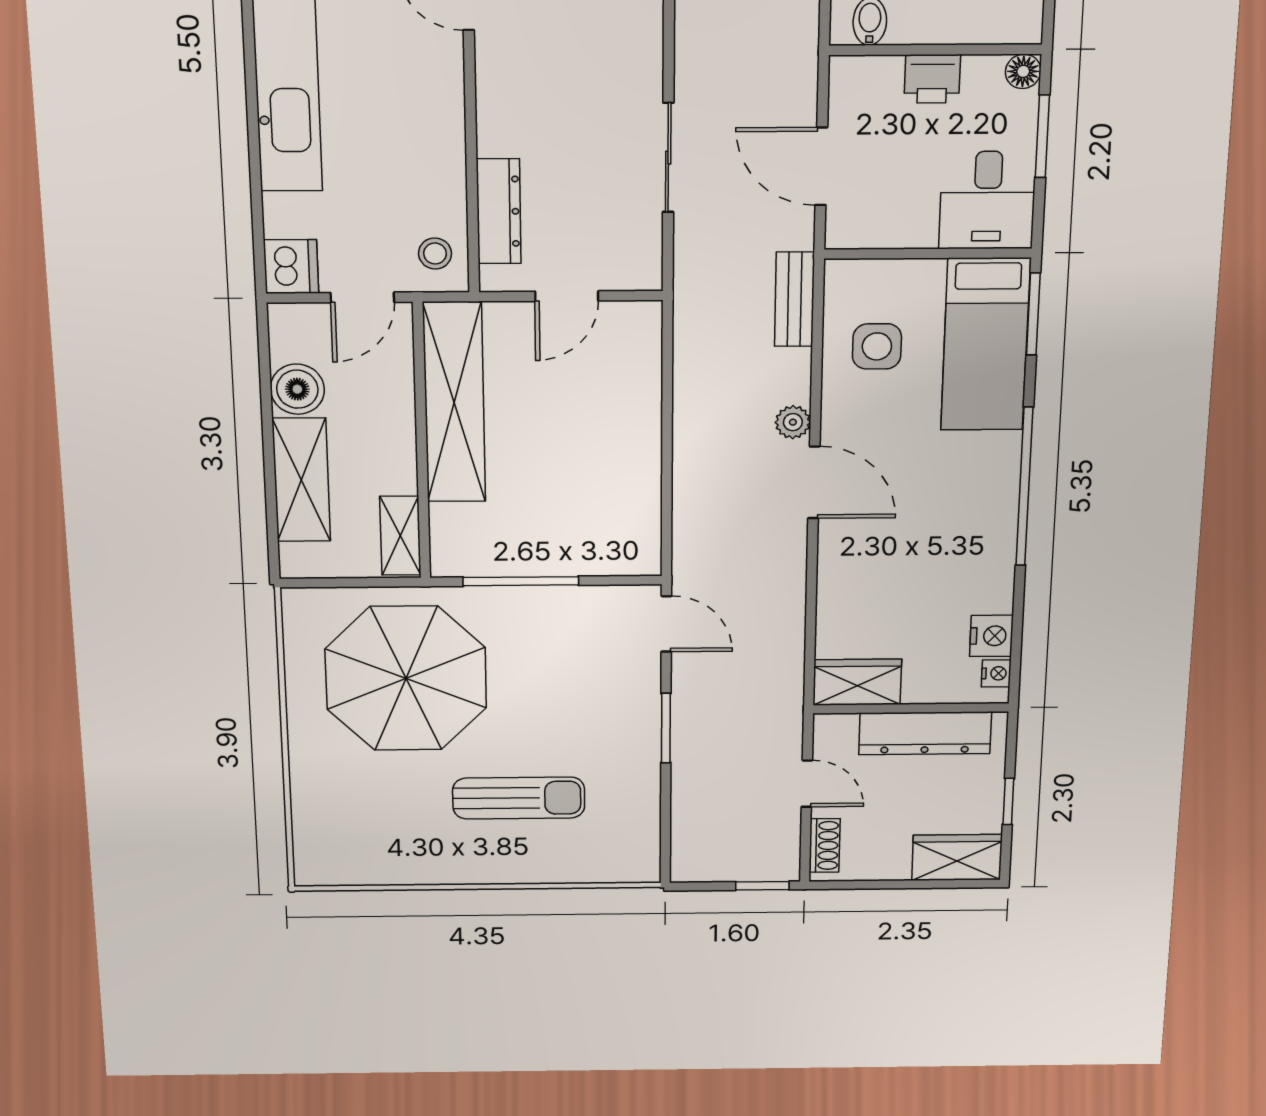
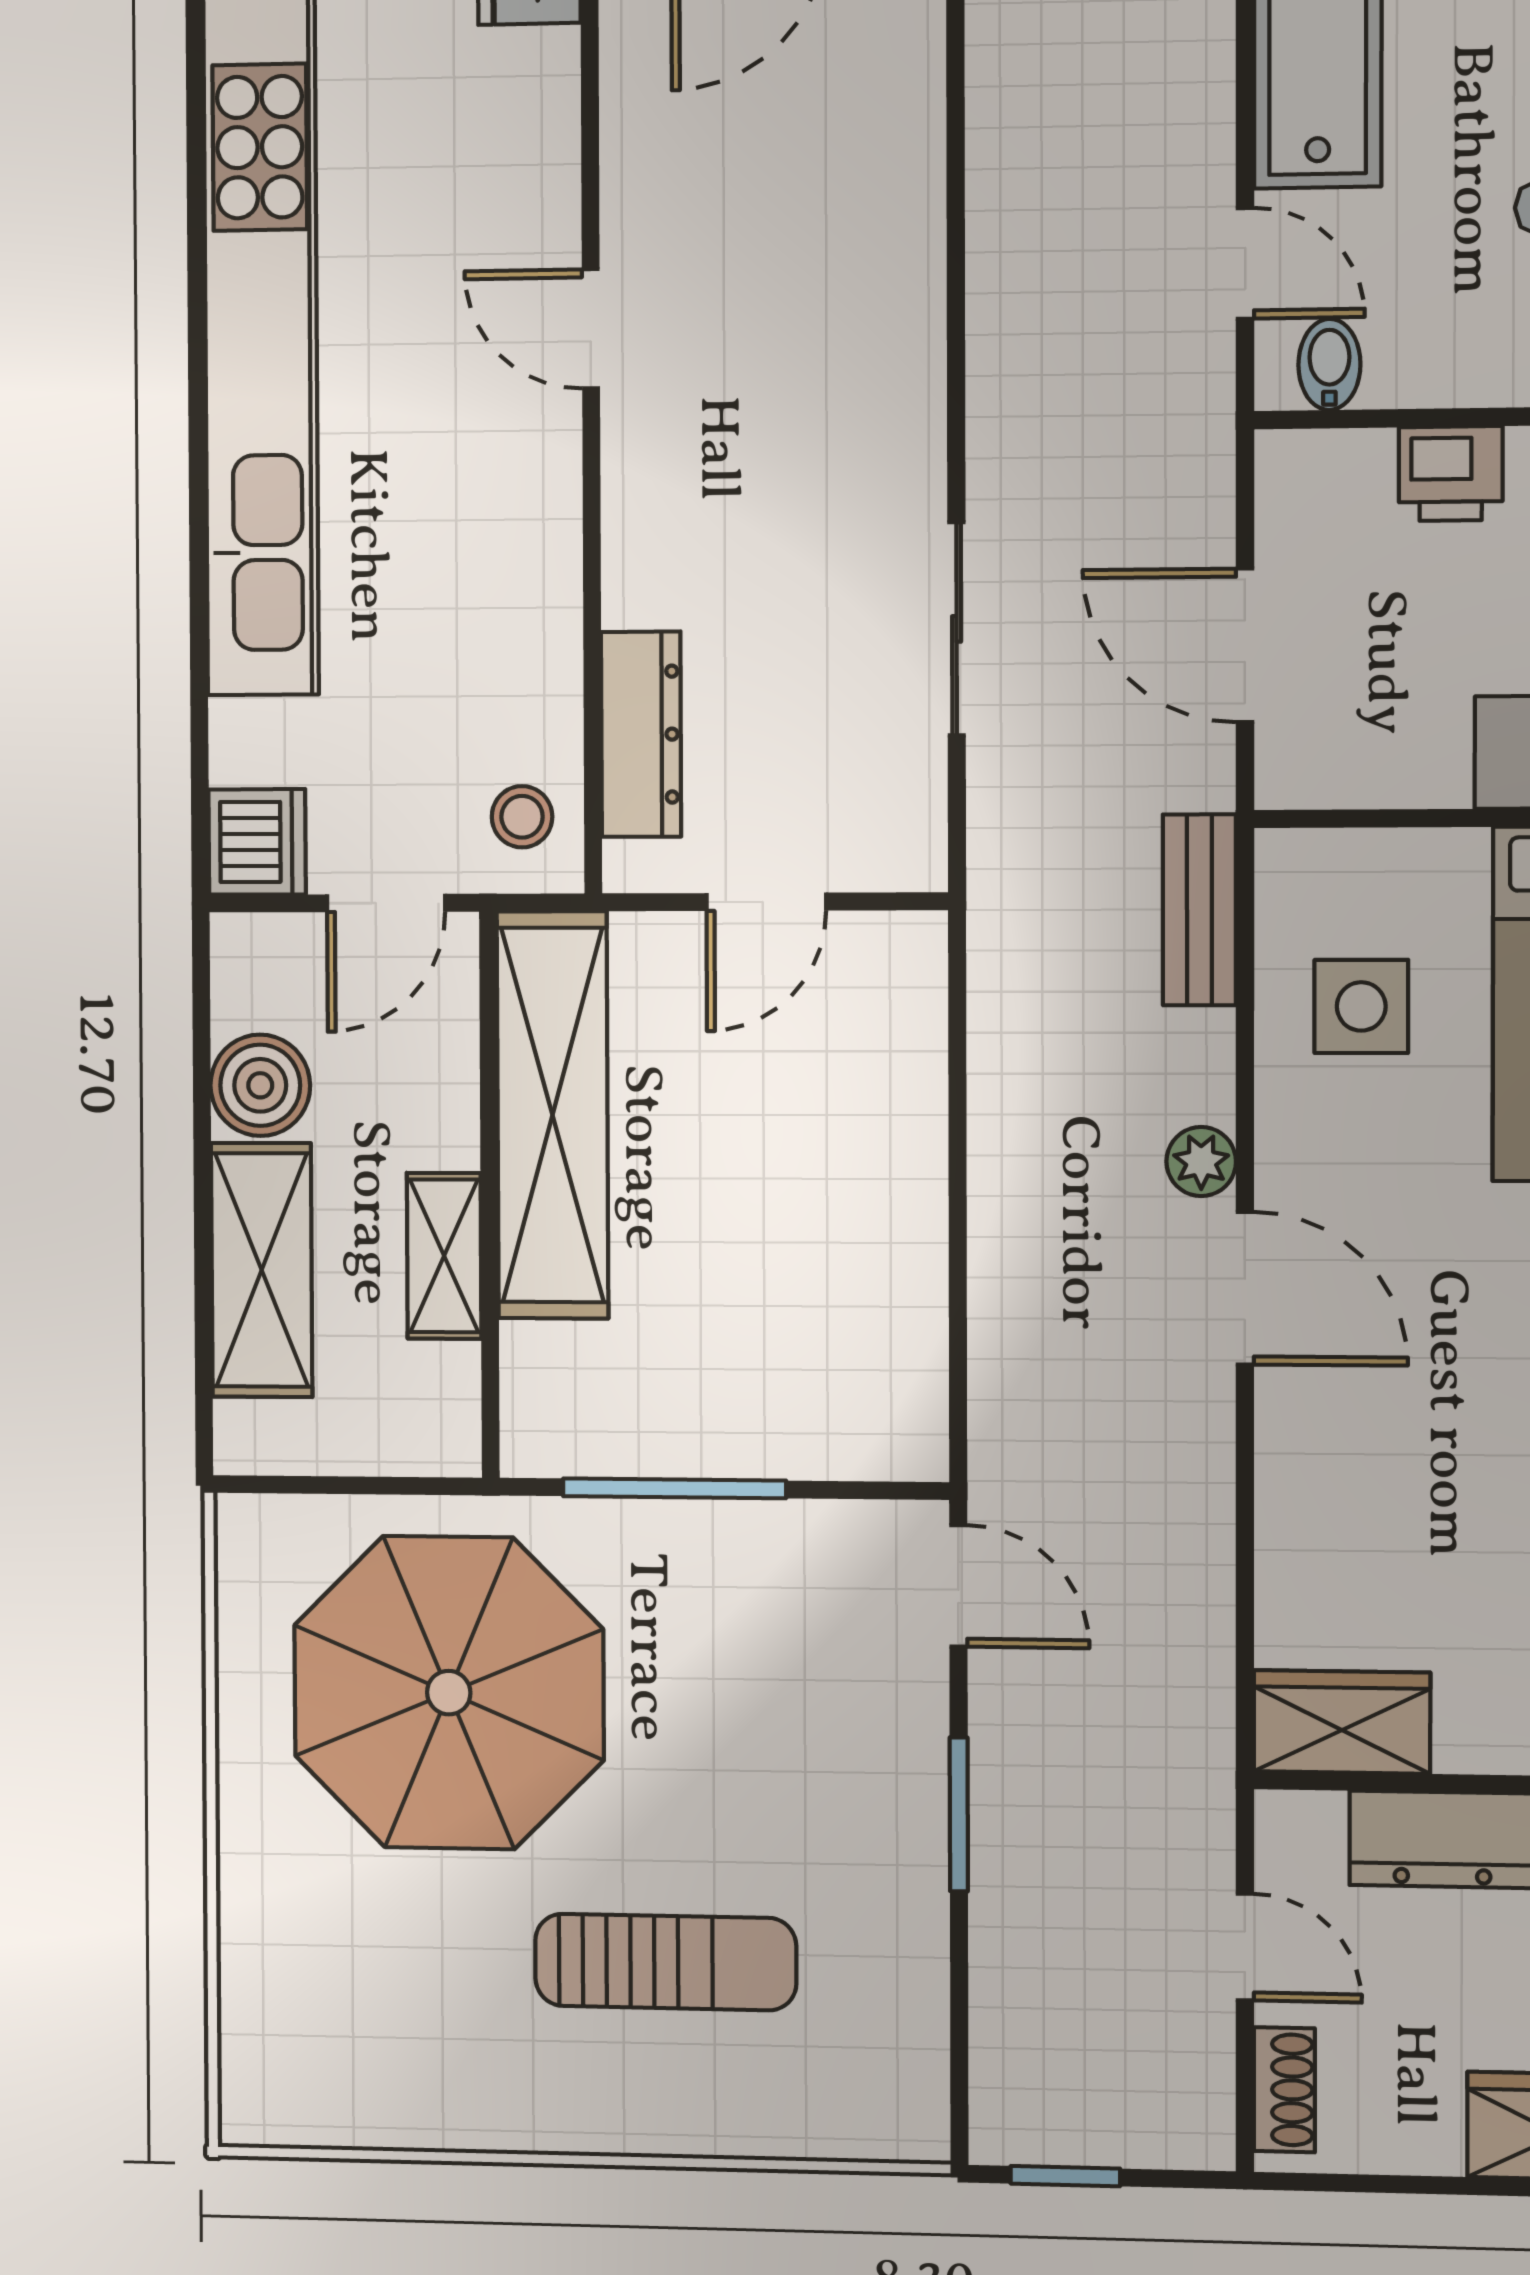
shelving: (400, 536) -> (444, 1256), moved
window: (762, 886) -> (1065, 2176), moved

